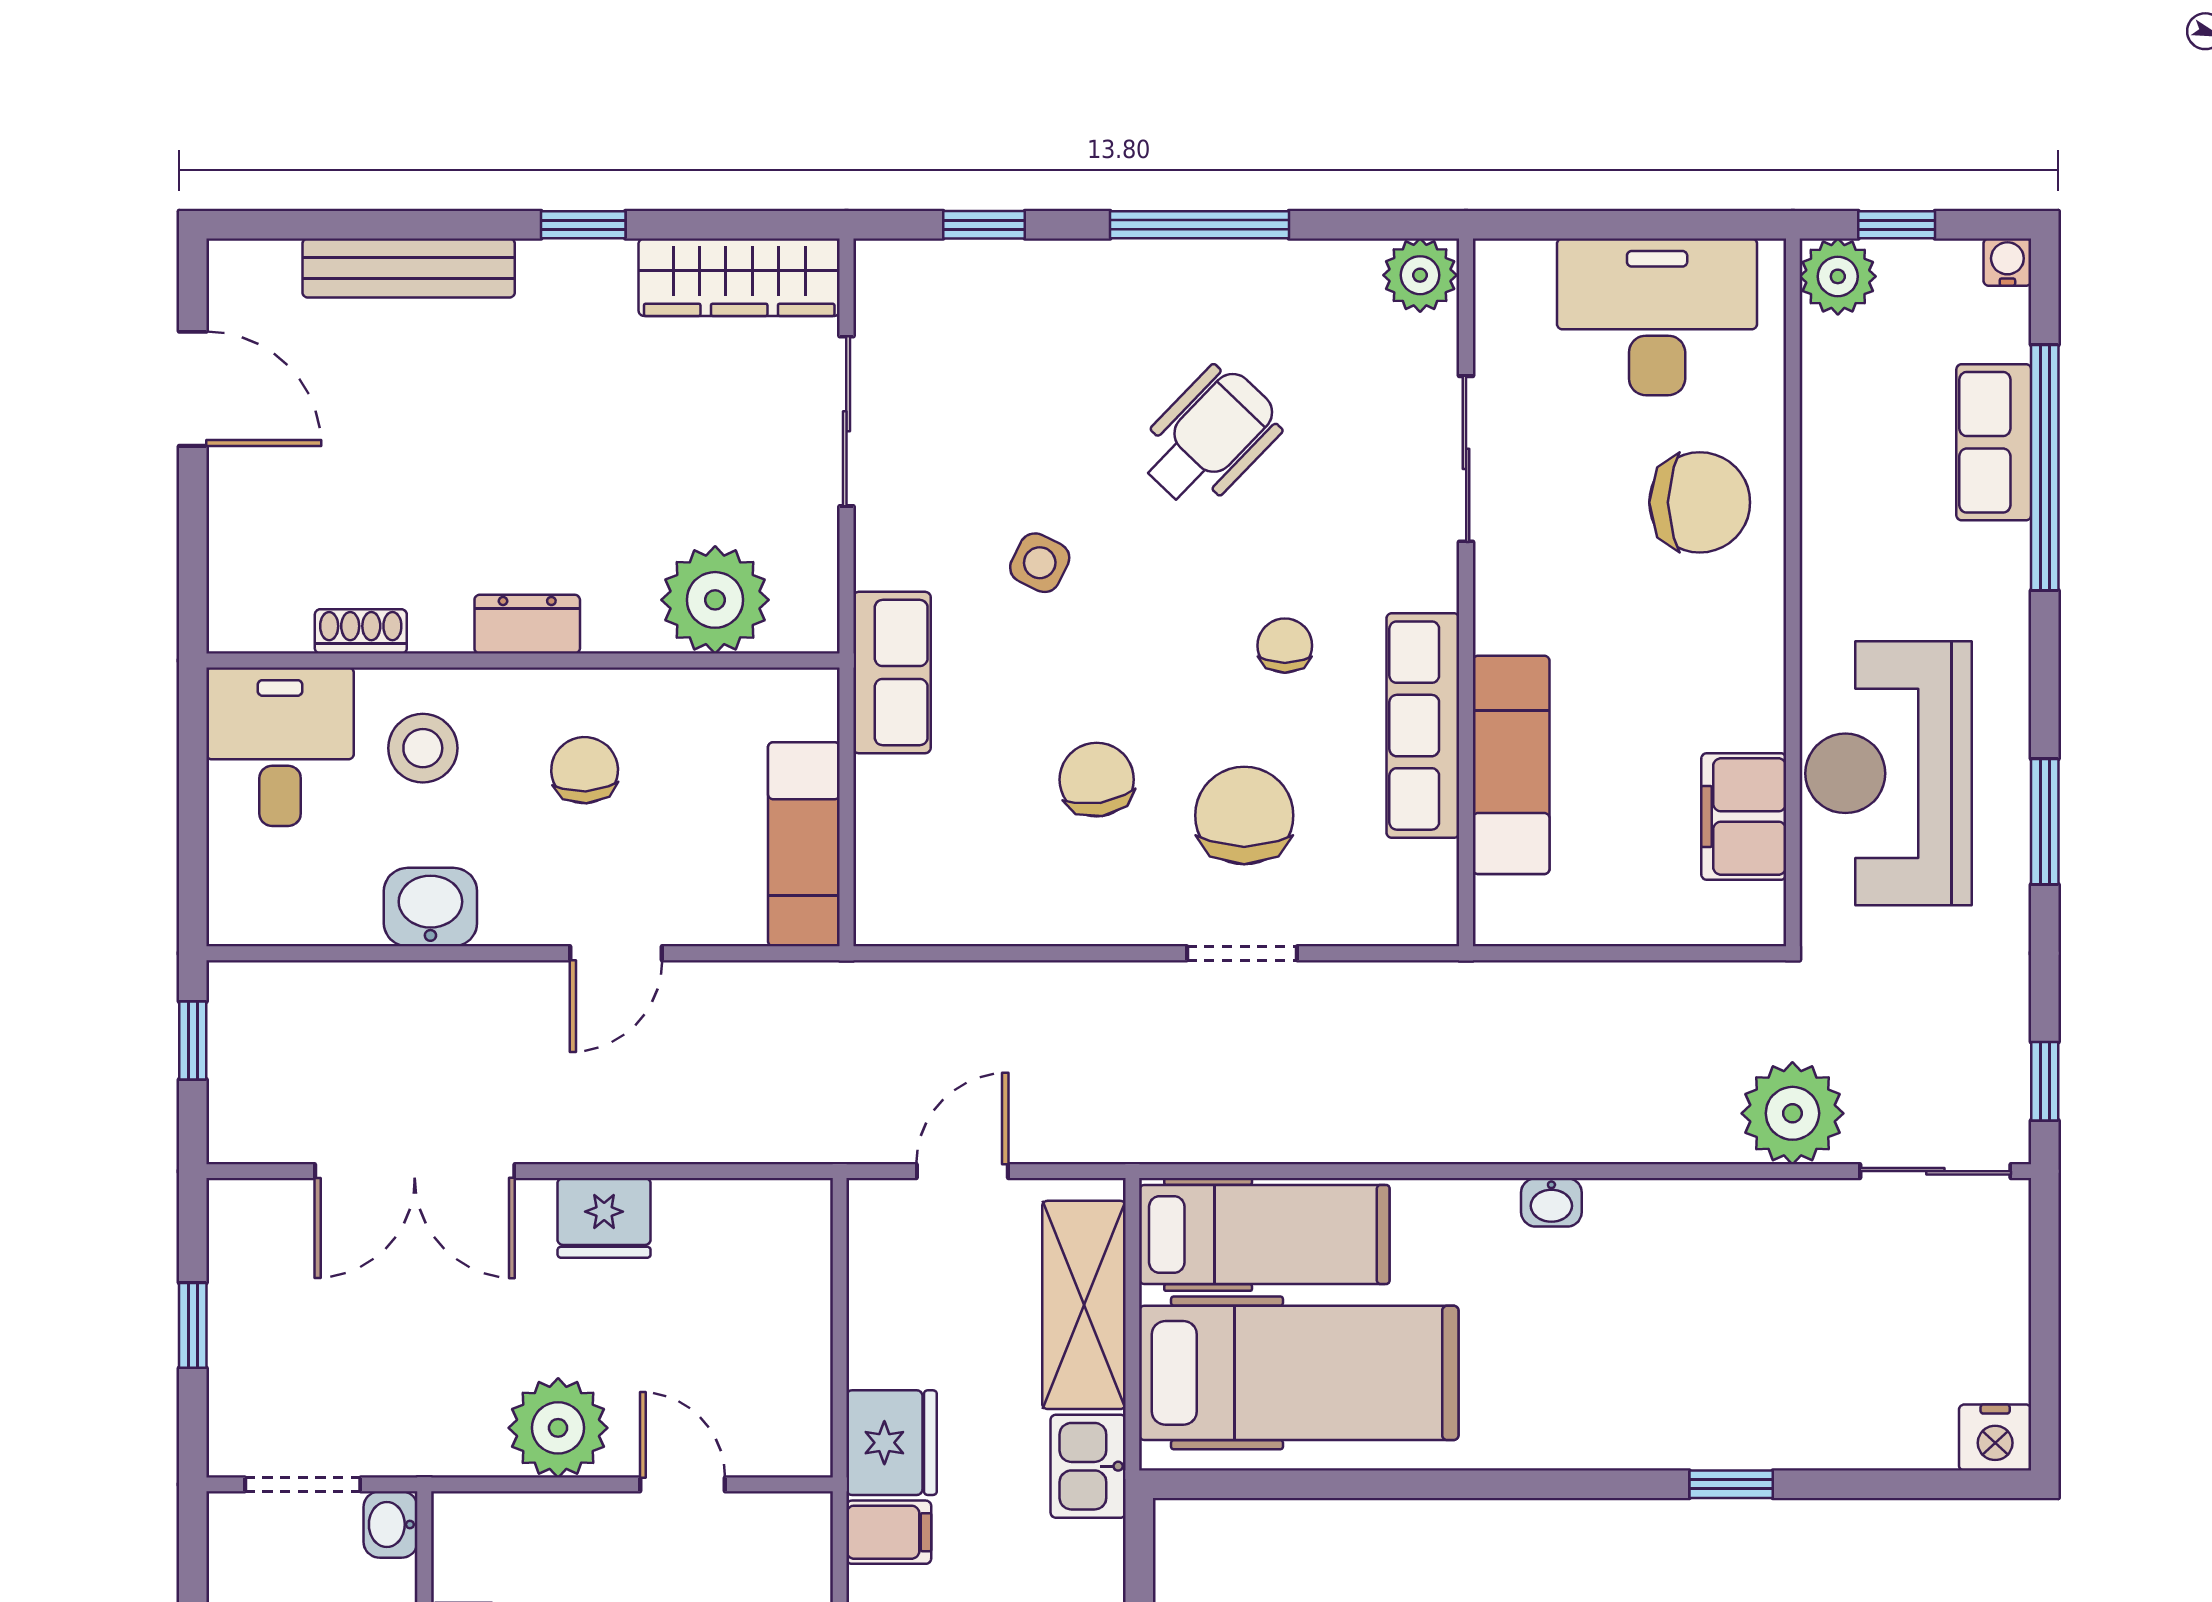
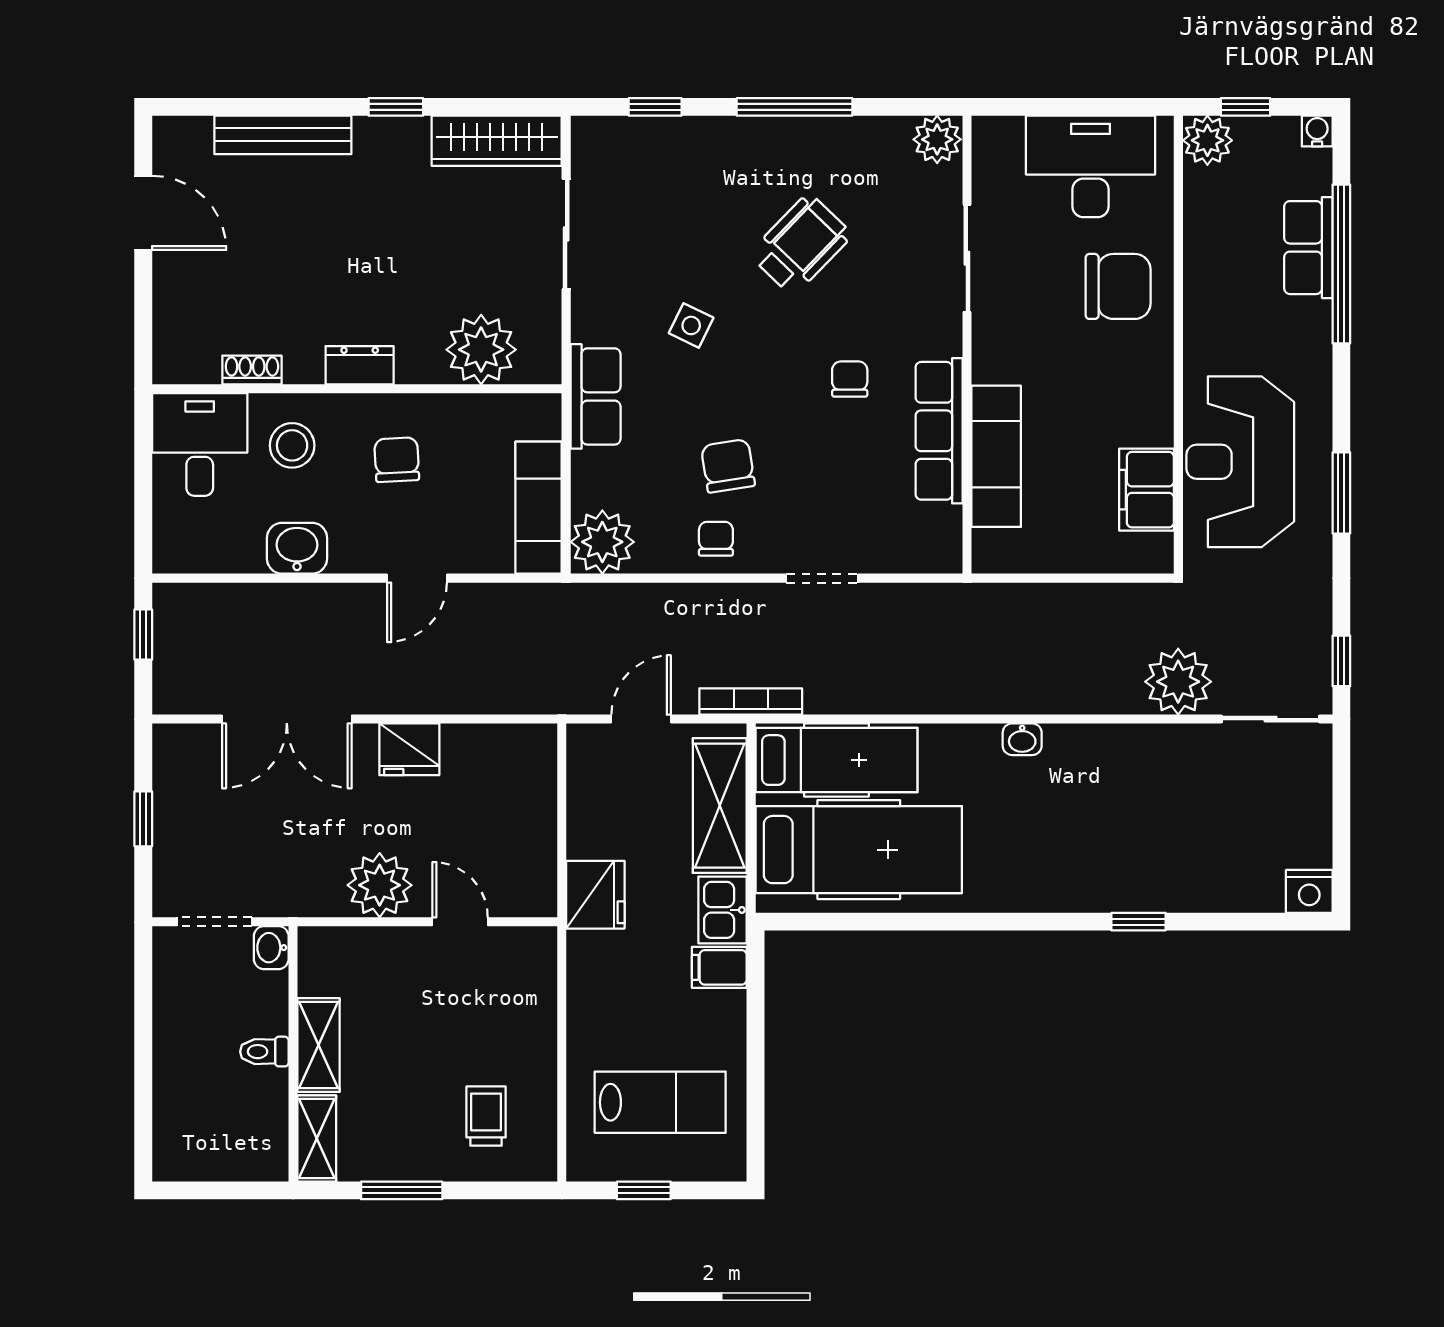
chair: (1244, 815) -> (716, 539), moved, width x0.54, depth x0.54
plant: (902, 897) -> (602, 542), added
bookcase: (1132, 1144) -> (751, 702), added
filing cabinet: (889, 1532) -> (719, 967), moved, turned 180

